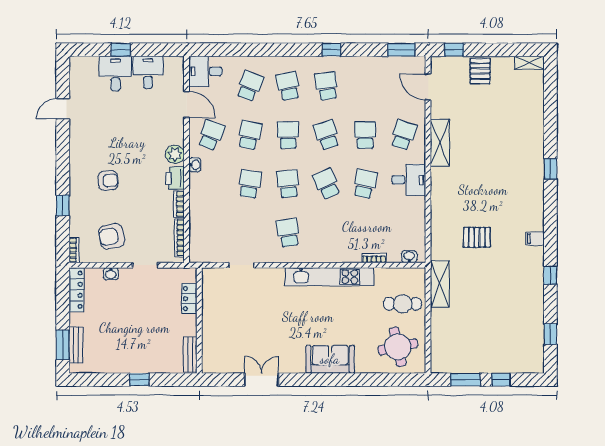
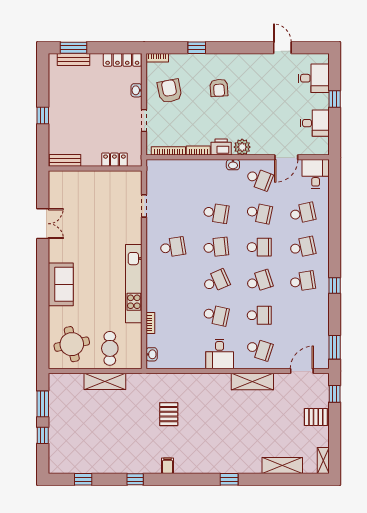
desk: (115, 73) -> (314, 78), moved
school desk: (250, 86) -> (303, 213), turned -33
shelving: (535, 109) -> (282, 466), added
shelving: (440, 284) -> (105, 381), moved

